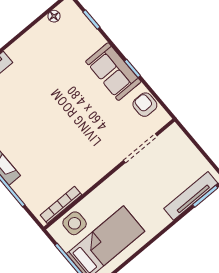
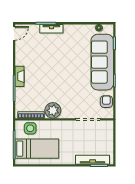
sofa: (113, 72) -> (102, 62), width x1.85, depth x1.27
plant: (85, 175) -> (53, 110), added

